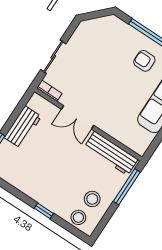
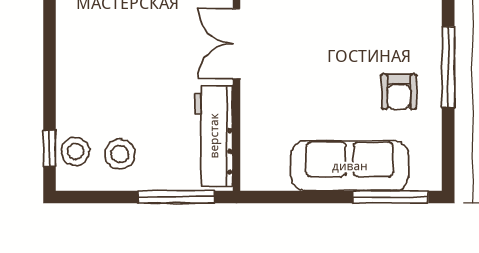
armchair: (144, 61) -> (399, 92), turned 180
window: (44, 211) -> (49, 149), moved

